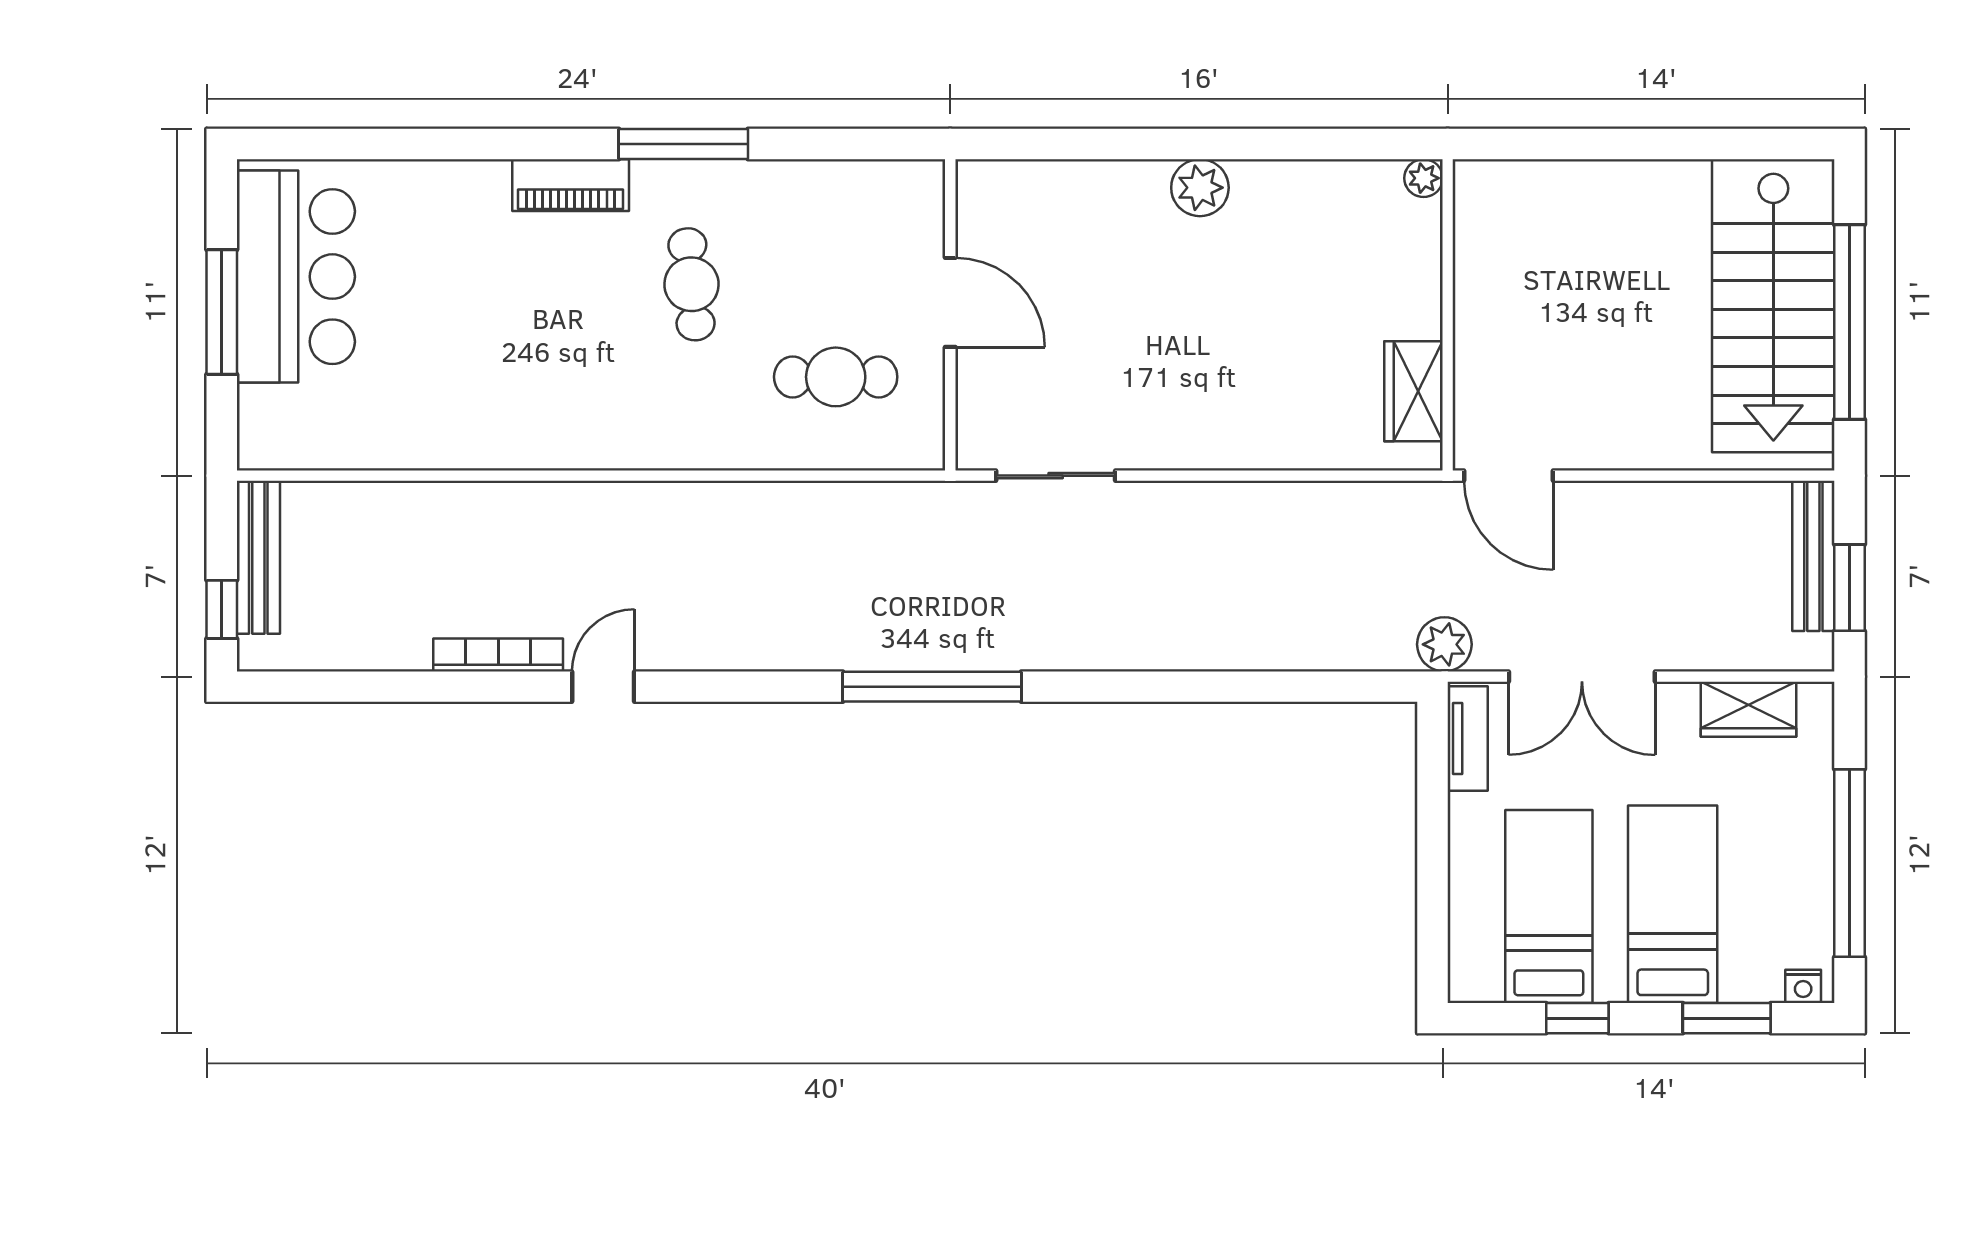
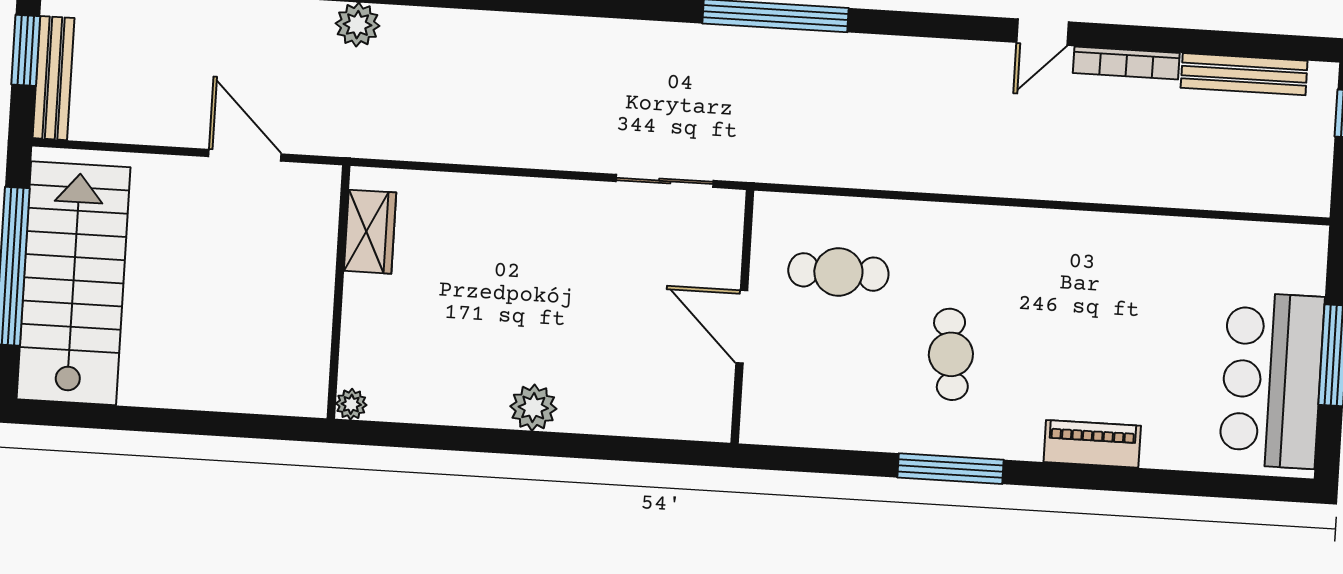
piano: (571, 185) -> (1092, 444), moved
door: (1509, 476) -> (245, 155), moved
bench: (258, 557) -> (1244, 74), moved, turned 90

